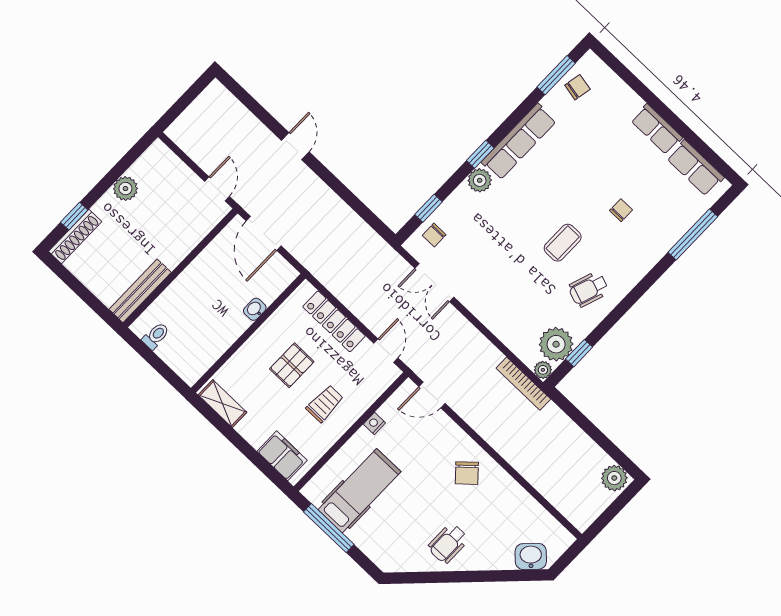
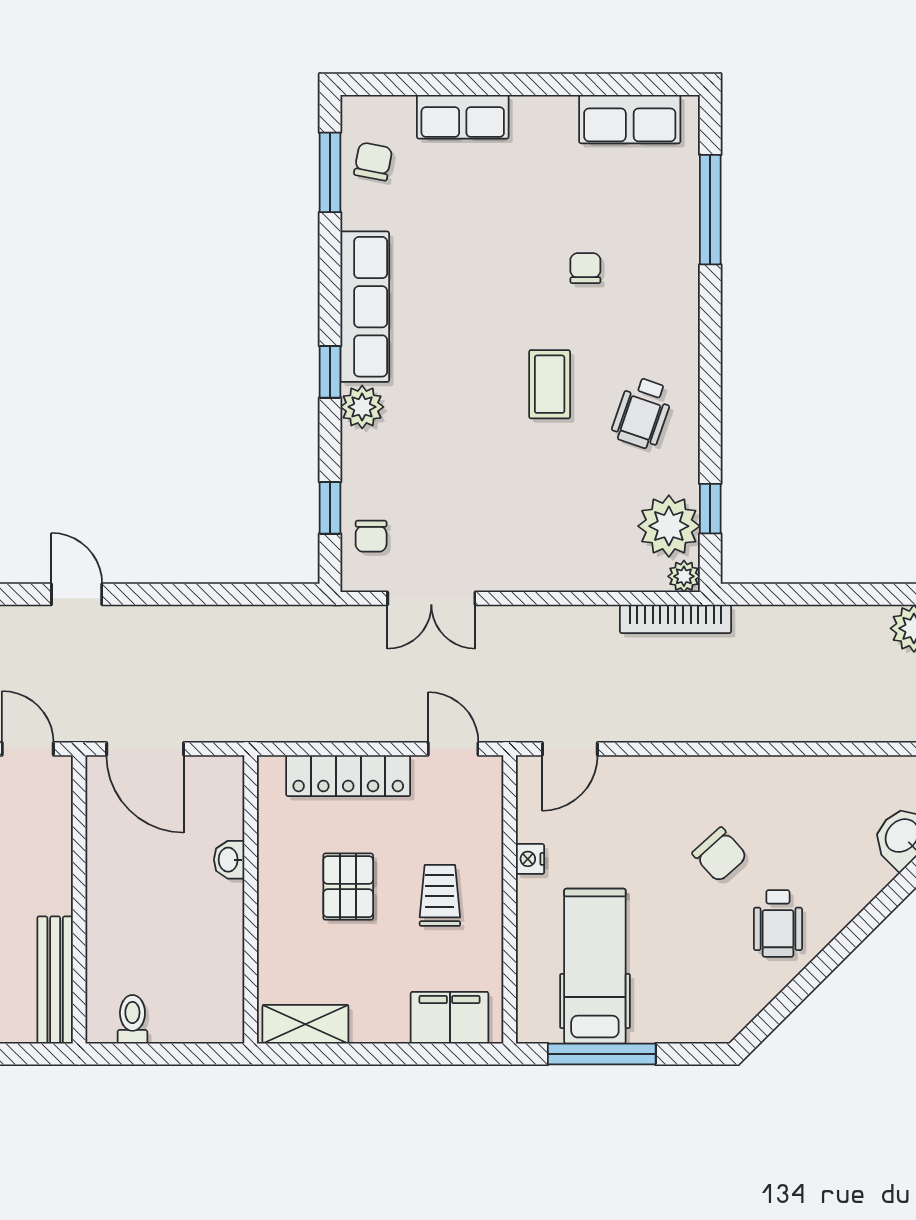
row of seats: (657, 129) -> (463, 117), moved
chair: (467, 473) -> (720, 855), moved

